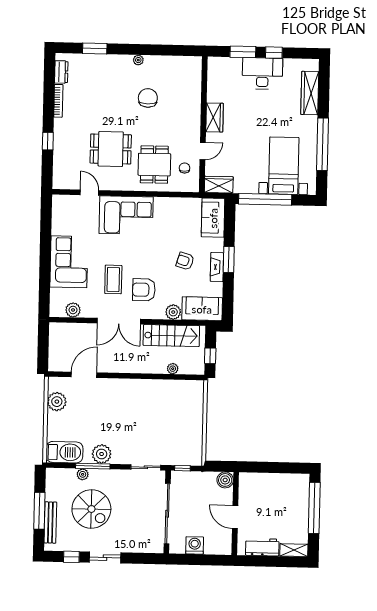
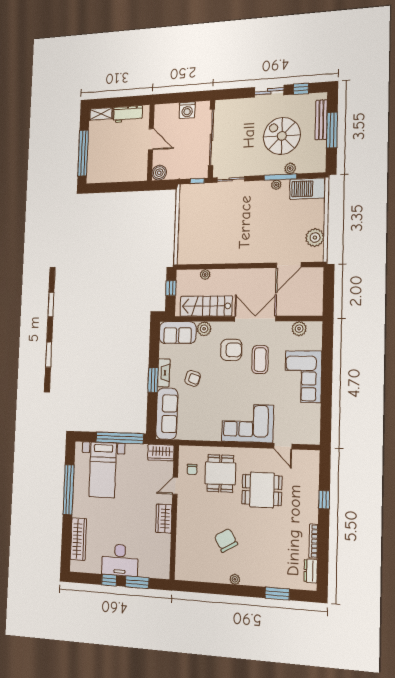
chair: (148, 98) -> (226, 540), turned 150
sofa: (213, 218) -> (167, 414), width x1.36
plant: (102, 454) -> (276, 185), width x0.53, depth x0.53

